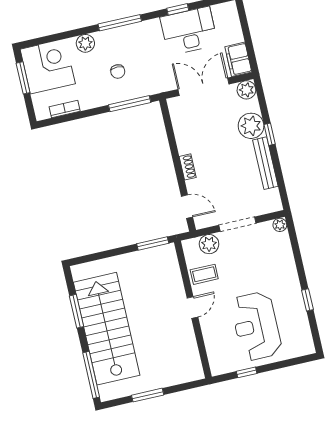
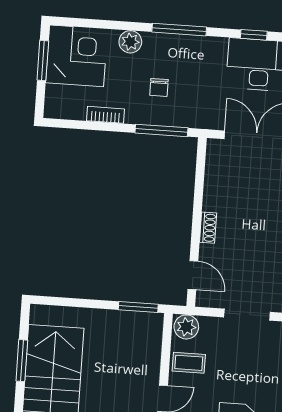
bookcase: (65, 109) -> (106, 115), moved
plant: (209, 244) -> (186, 327), moved

